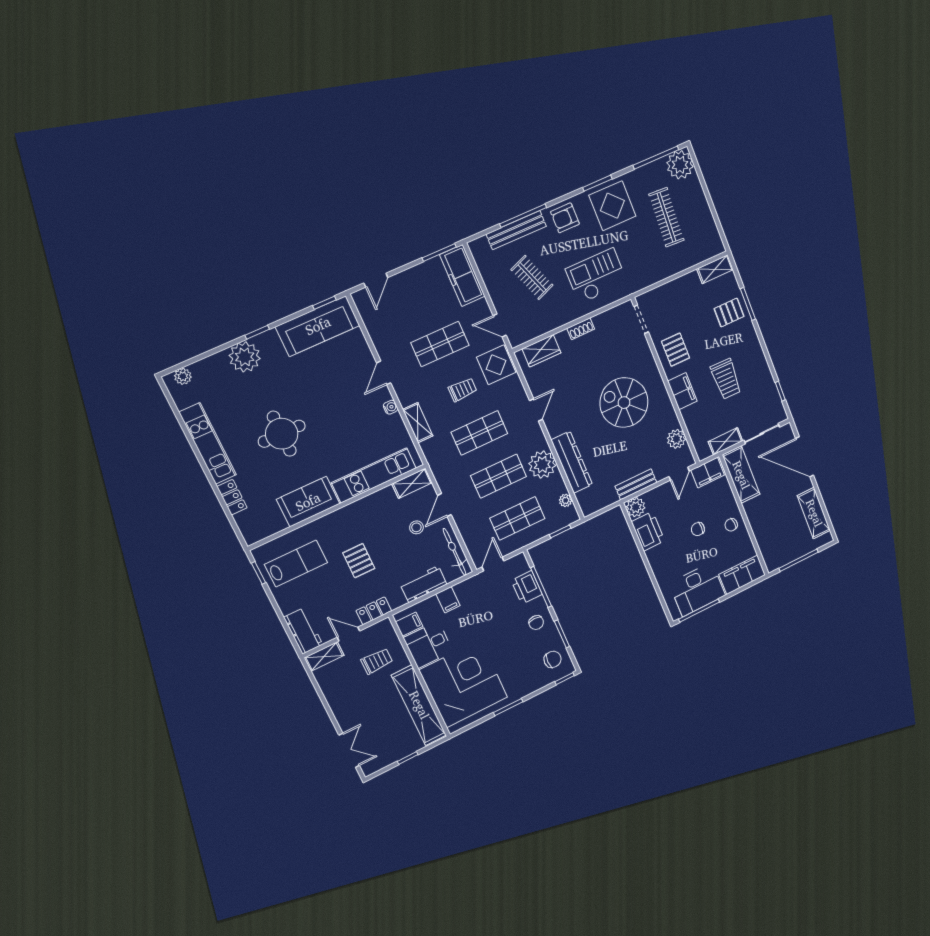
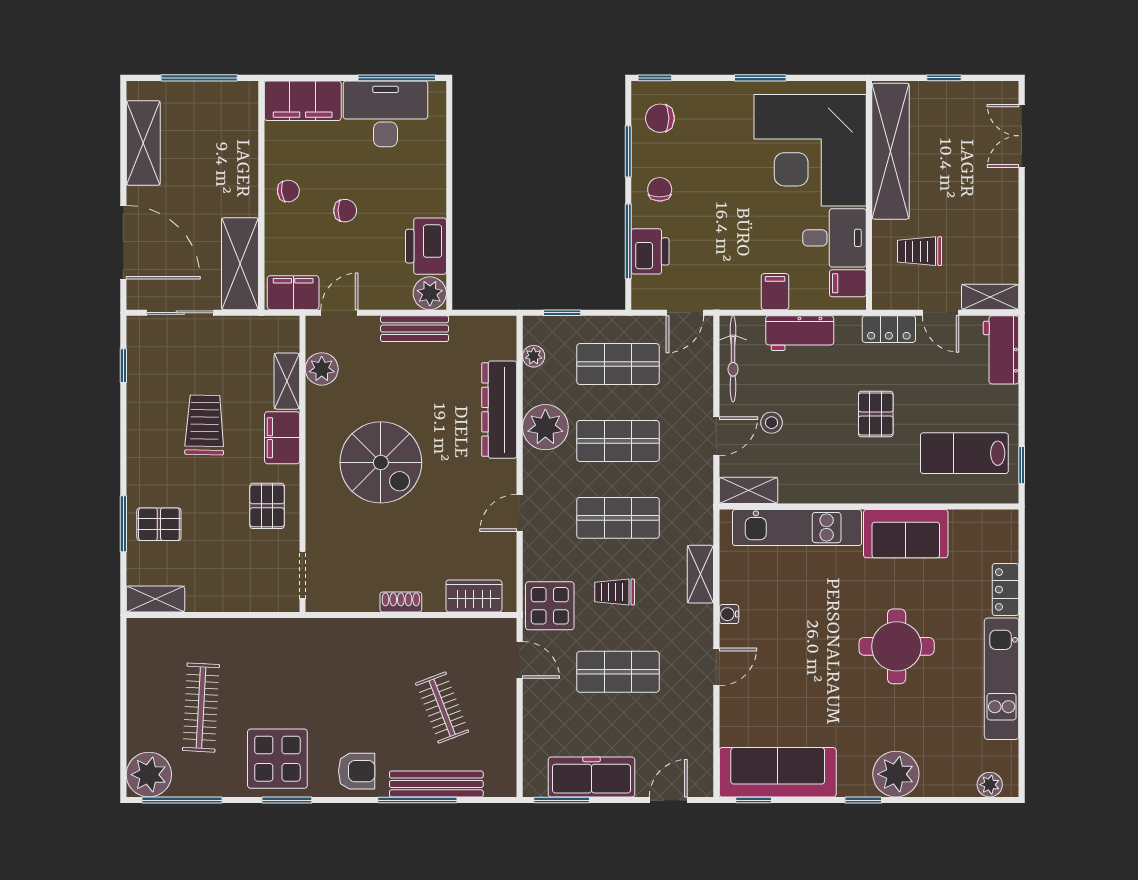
freezer: (462, 276) -> (591, 777), moved, turned -90
checkout: (596, 276) -> (344, 668), removed
shelving: (725, 441) -> (287, 381), moved, turned 90

